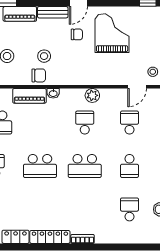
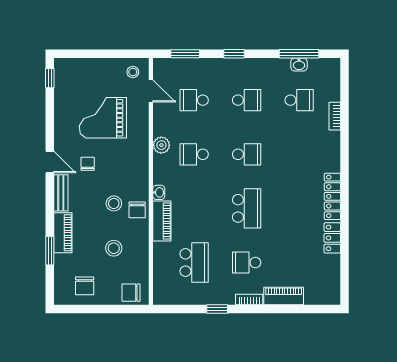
grand piano: (112, 33) -> (103, 118), moved
chair: (39, 75) -> (137, 210), turned 180
school desk: (85, 166) -> (247, 154), width x0.54
school desk: (129, 209) -> (299, 100), turned 180
bookcase: (83, 239) -> (335, 116), moved

